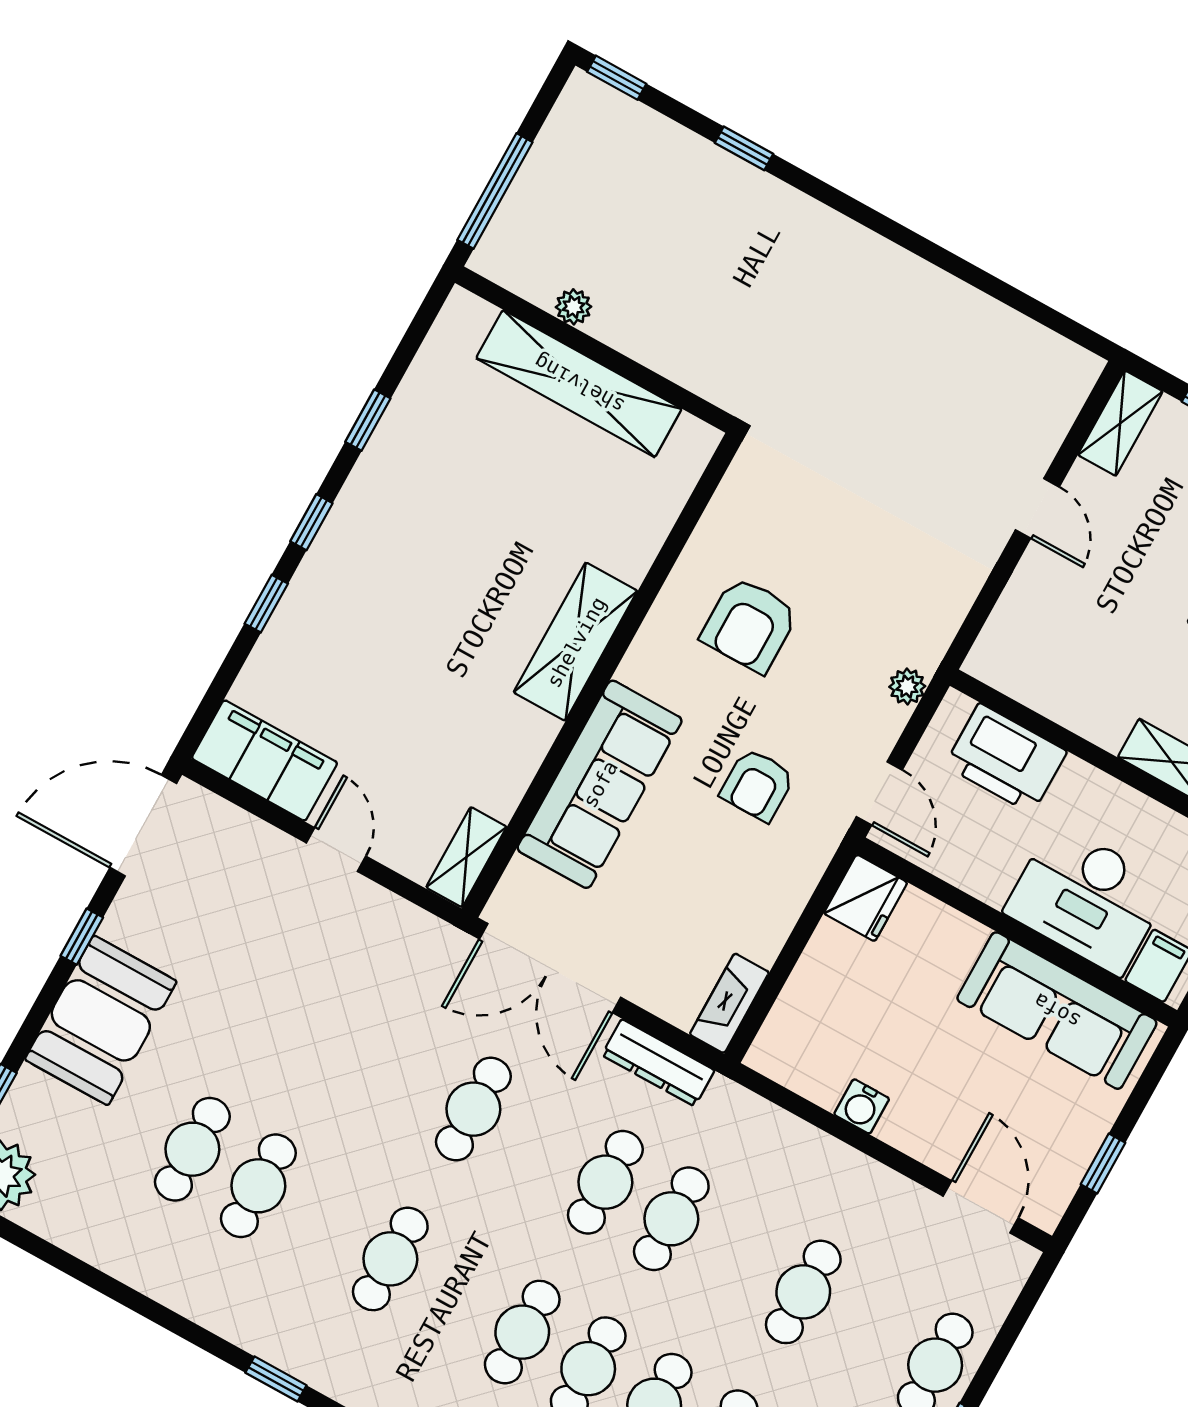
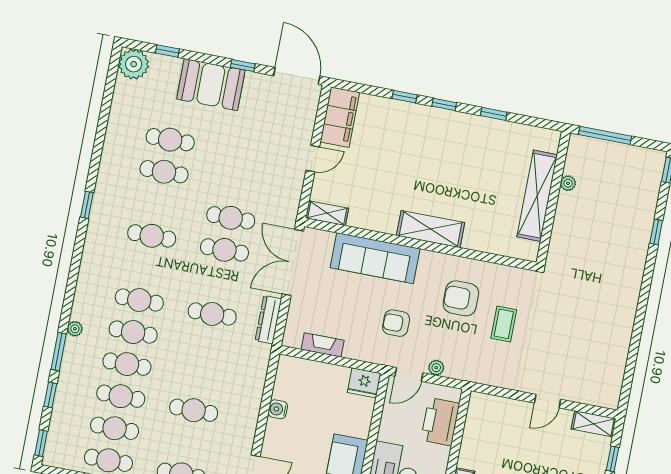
coffee table: (836, 549) -> (504, 324), added
plant: (907, 686) -> (436, 368), moved
fireplace: (729, 1003) -> (323, 345), moved
cafe table: (671, 1219) -> (231, 218), moved

